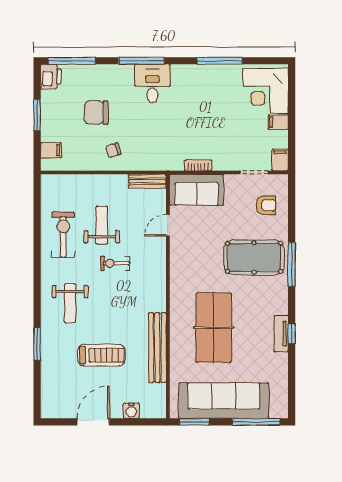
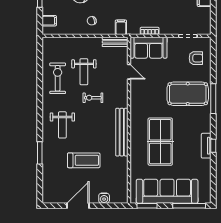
filing cabinet: (280, 160) -> (121, 27), moved
weight bench: (102, 225) -> (84, 72), turned 180
door: (168, 225) -> (129, 72), swing flipped
bench: (157, 348) -> (122, 132), moved

